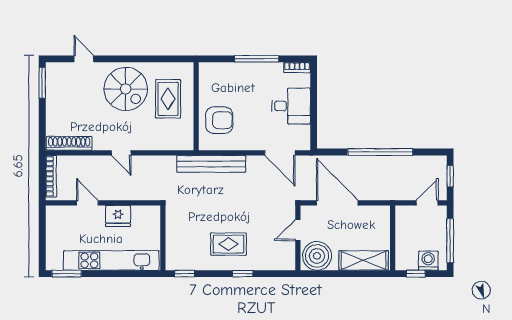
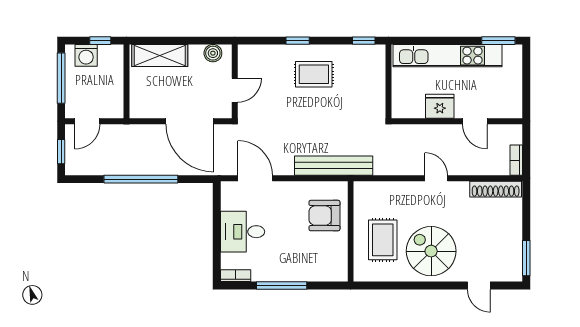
bookcase: (51, 176) -> (516, 160), width x0.64
boiler: (317, 256) -> (213, 53), width x0.54, depth x0.54

